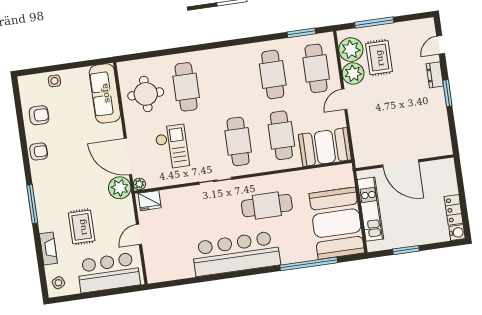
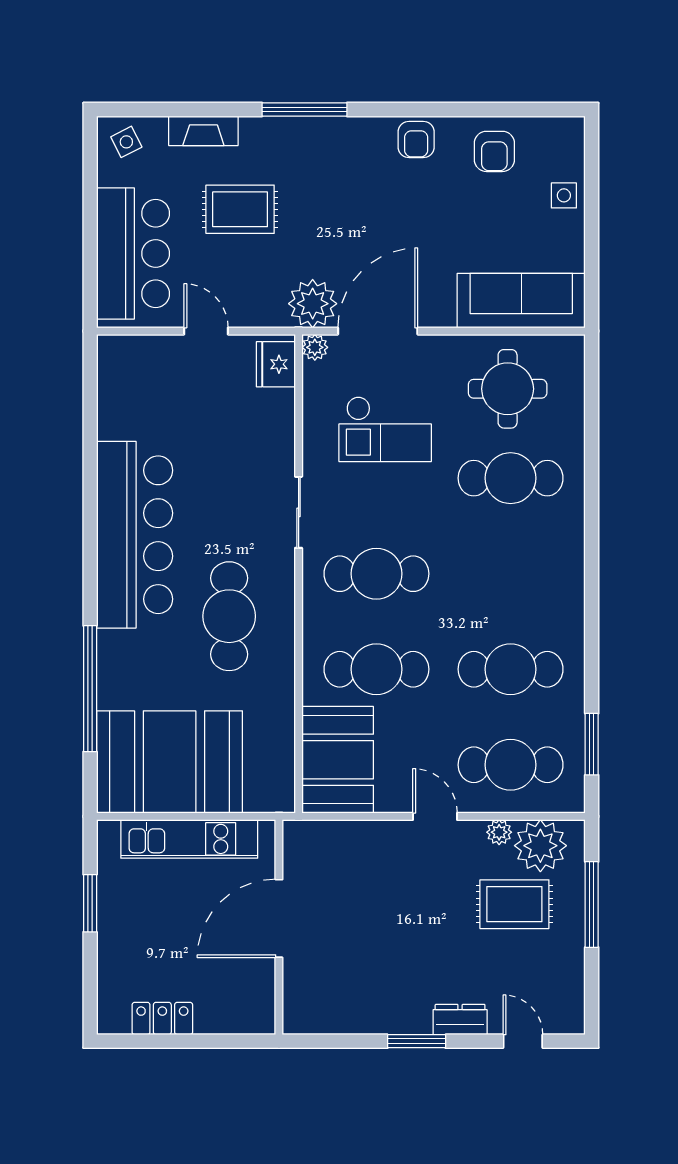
plant: (353, 73) -> (499, 832), width x0.53, depth x0.53
water cooler: (457, 233) -> (112, 1019), removed

